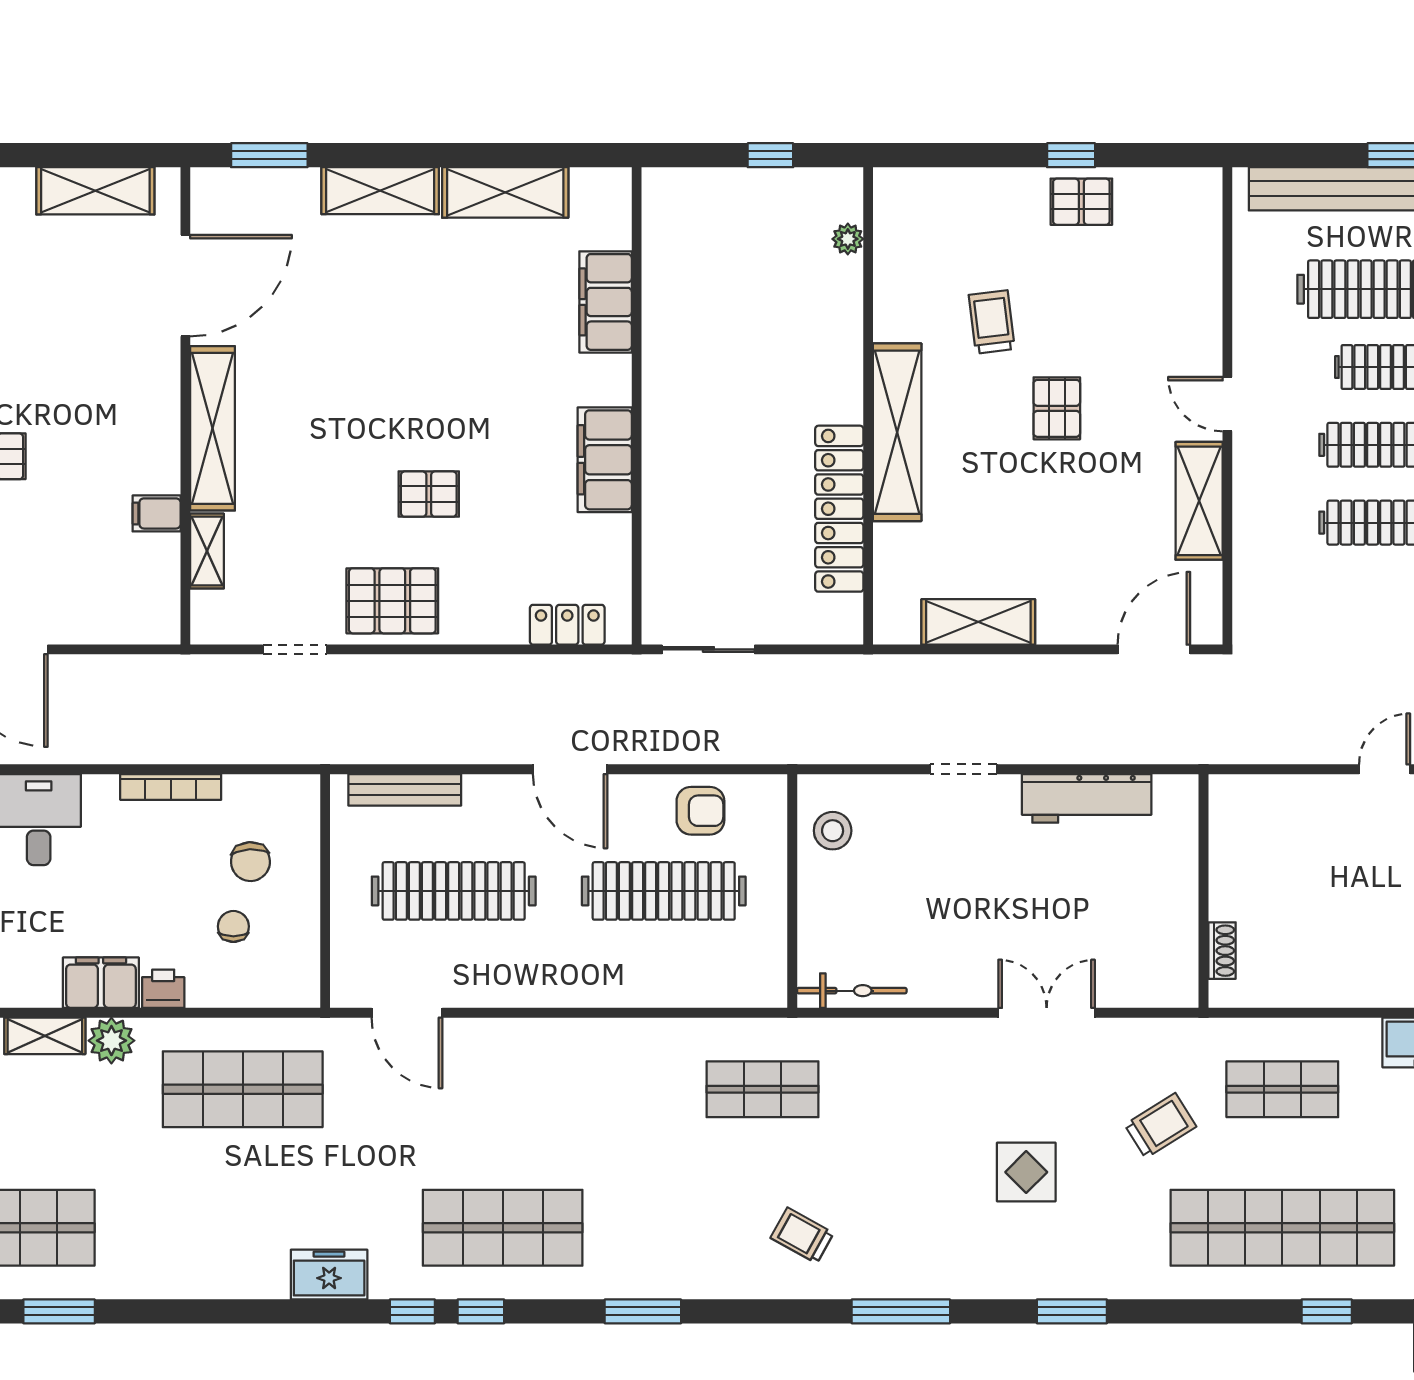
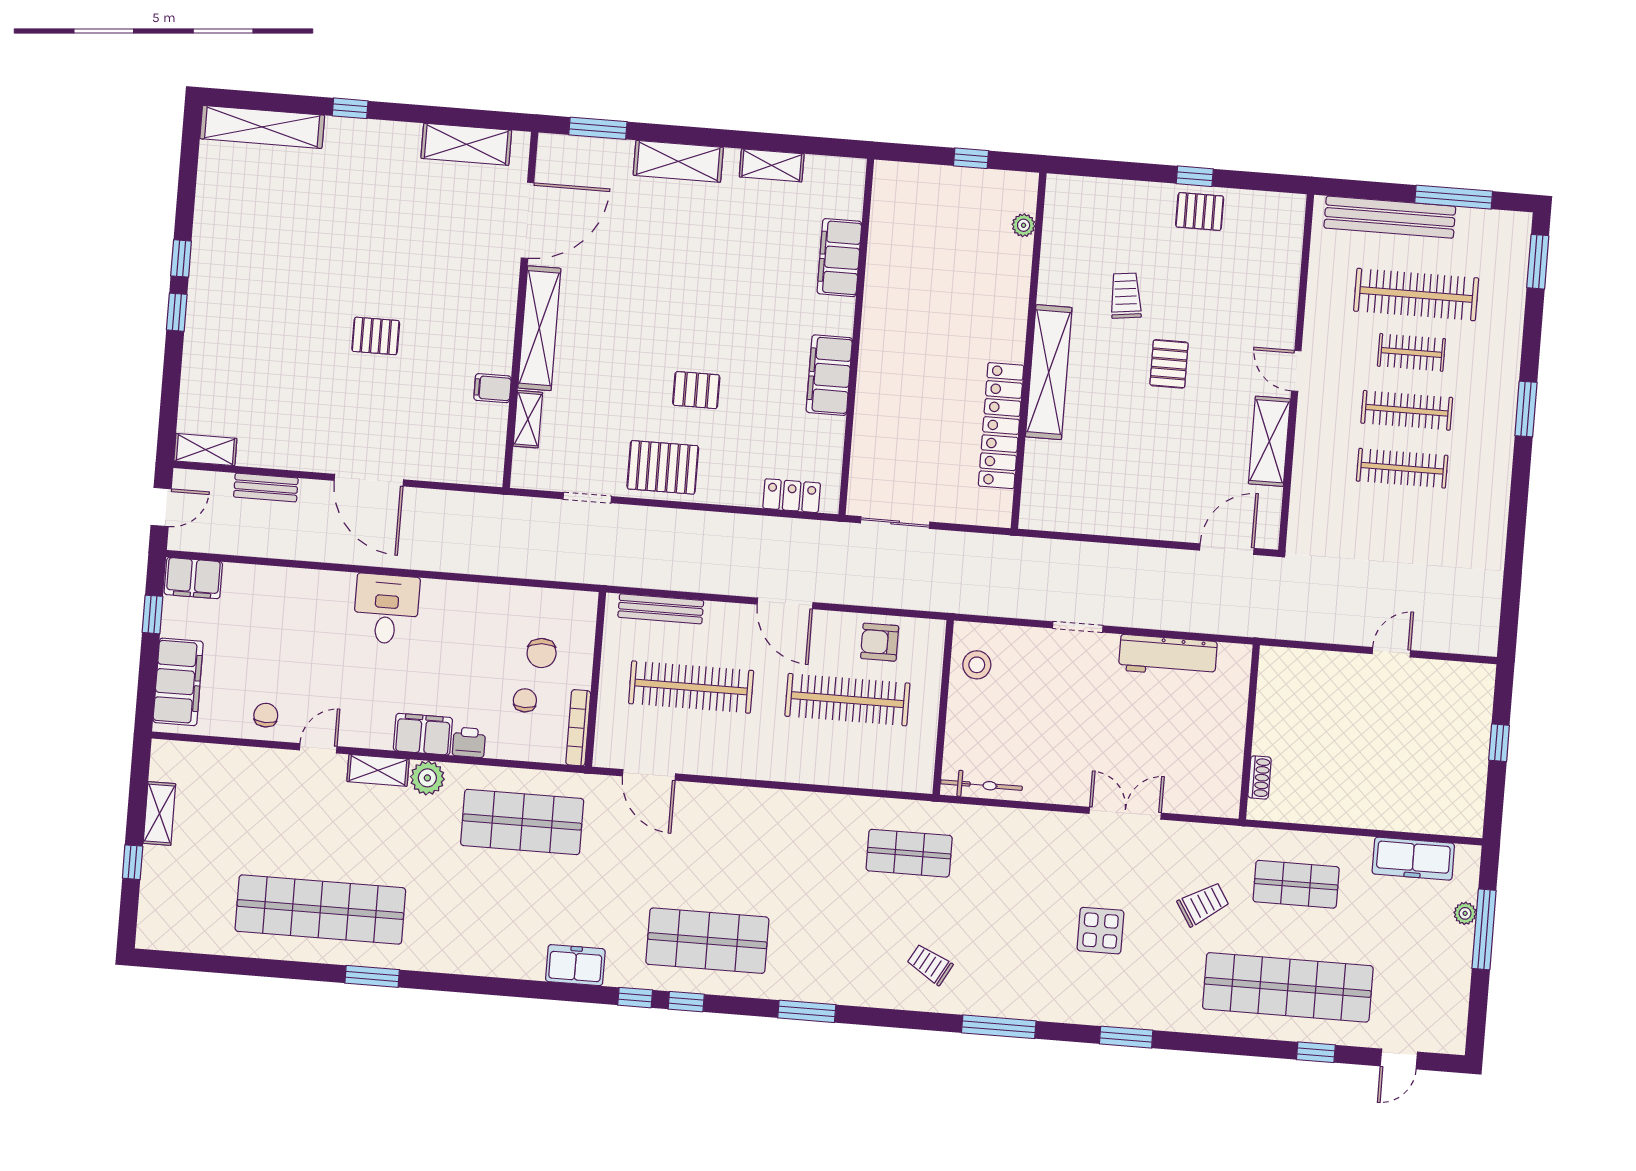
shelving: (505, 192) -> (772, 165), width x0.67, depth x0.75
shelving: (978, 622) -> (1098, 518), removed
bookcase: (171, 787) -> (578, 728), moved, turned 90
armchair: (700, 811) -> (880, 642), turned 180

